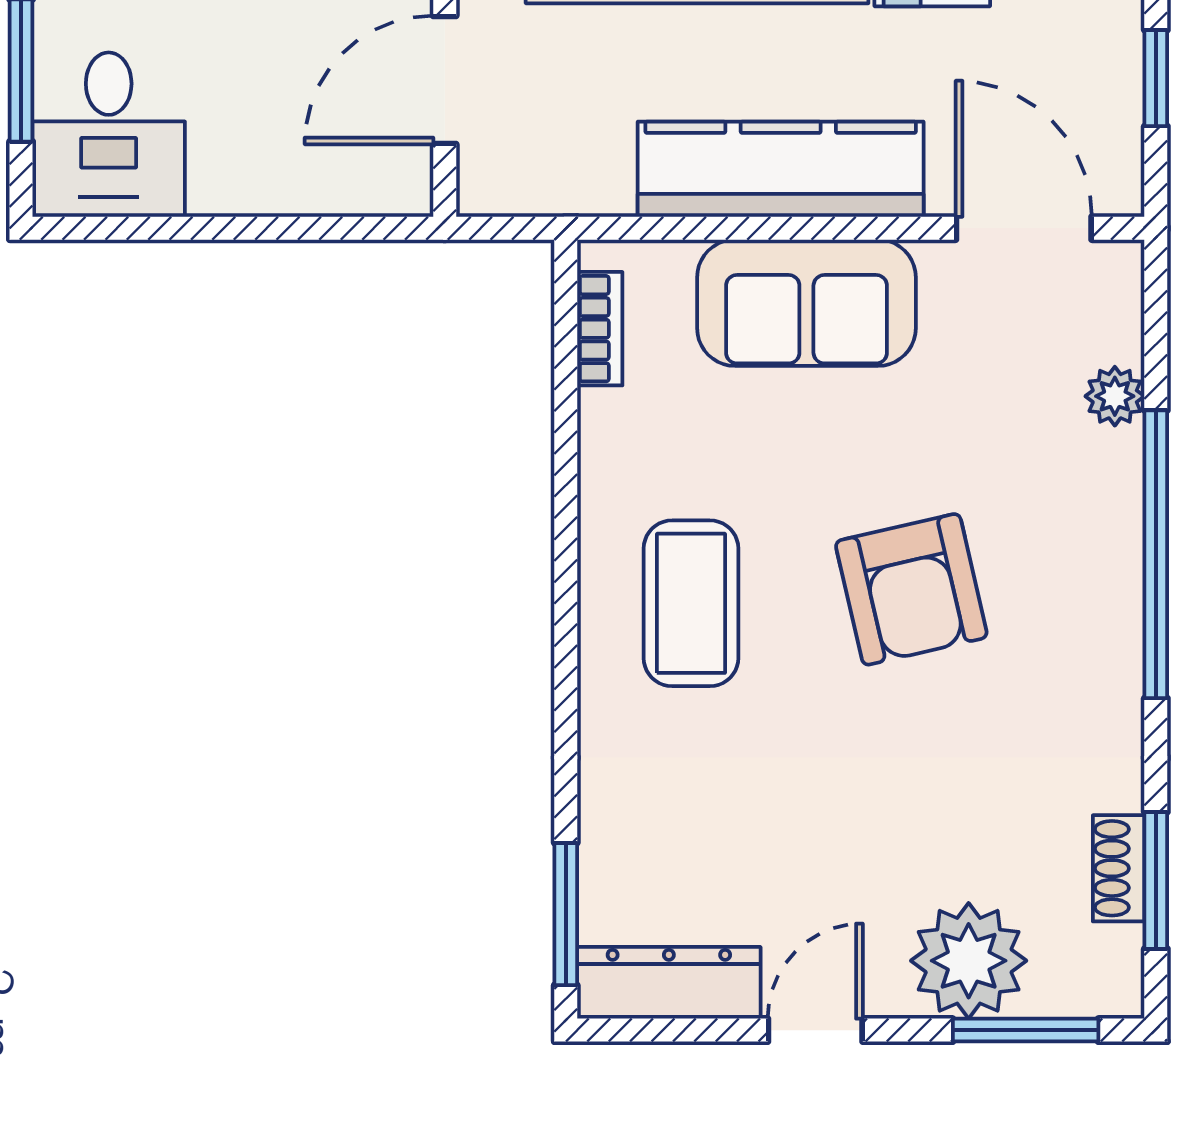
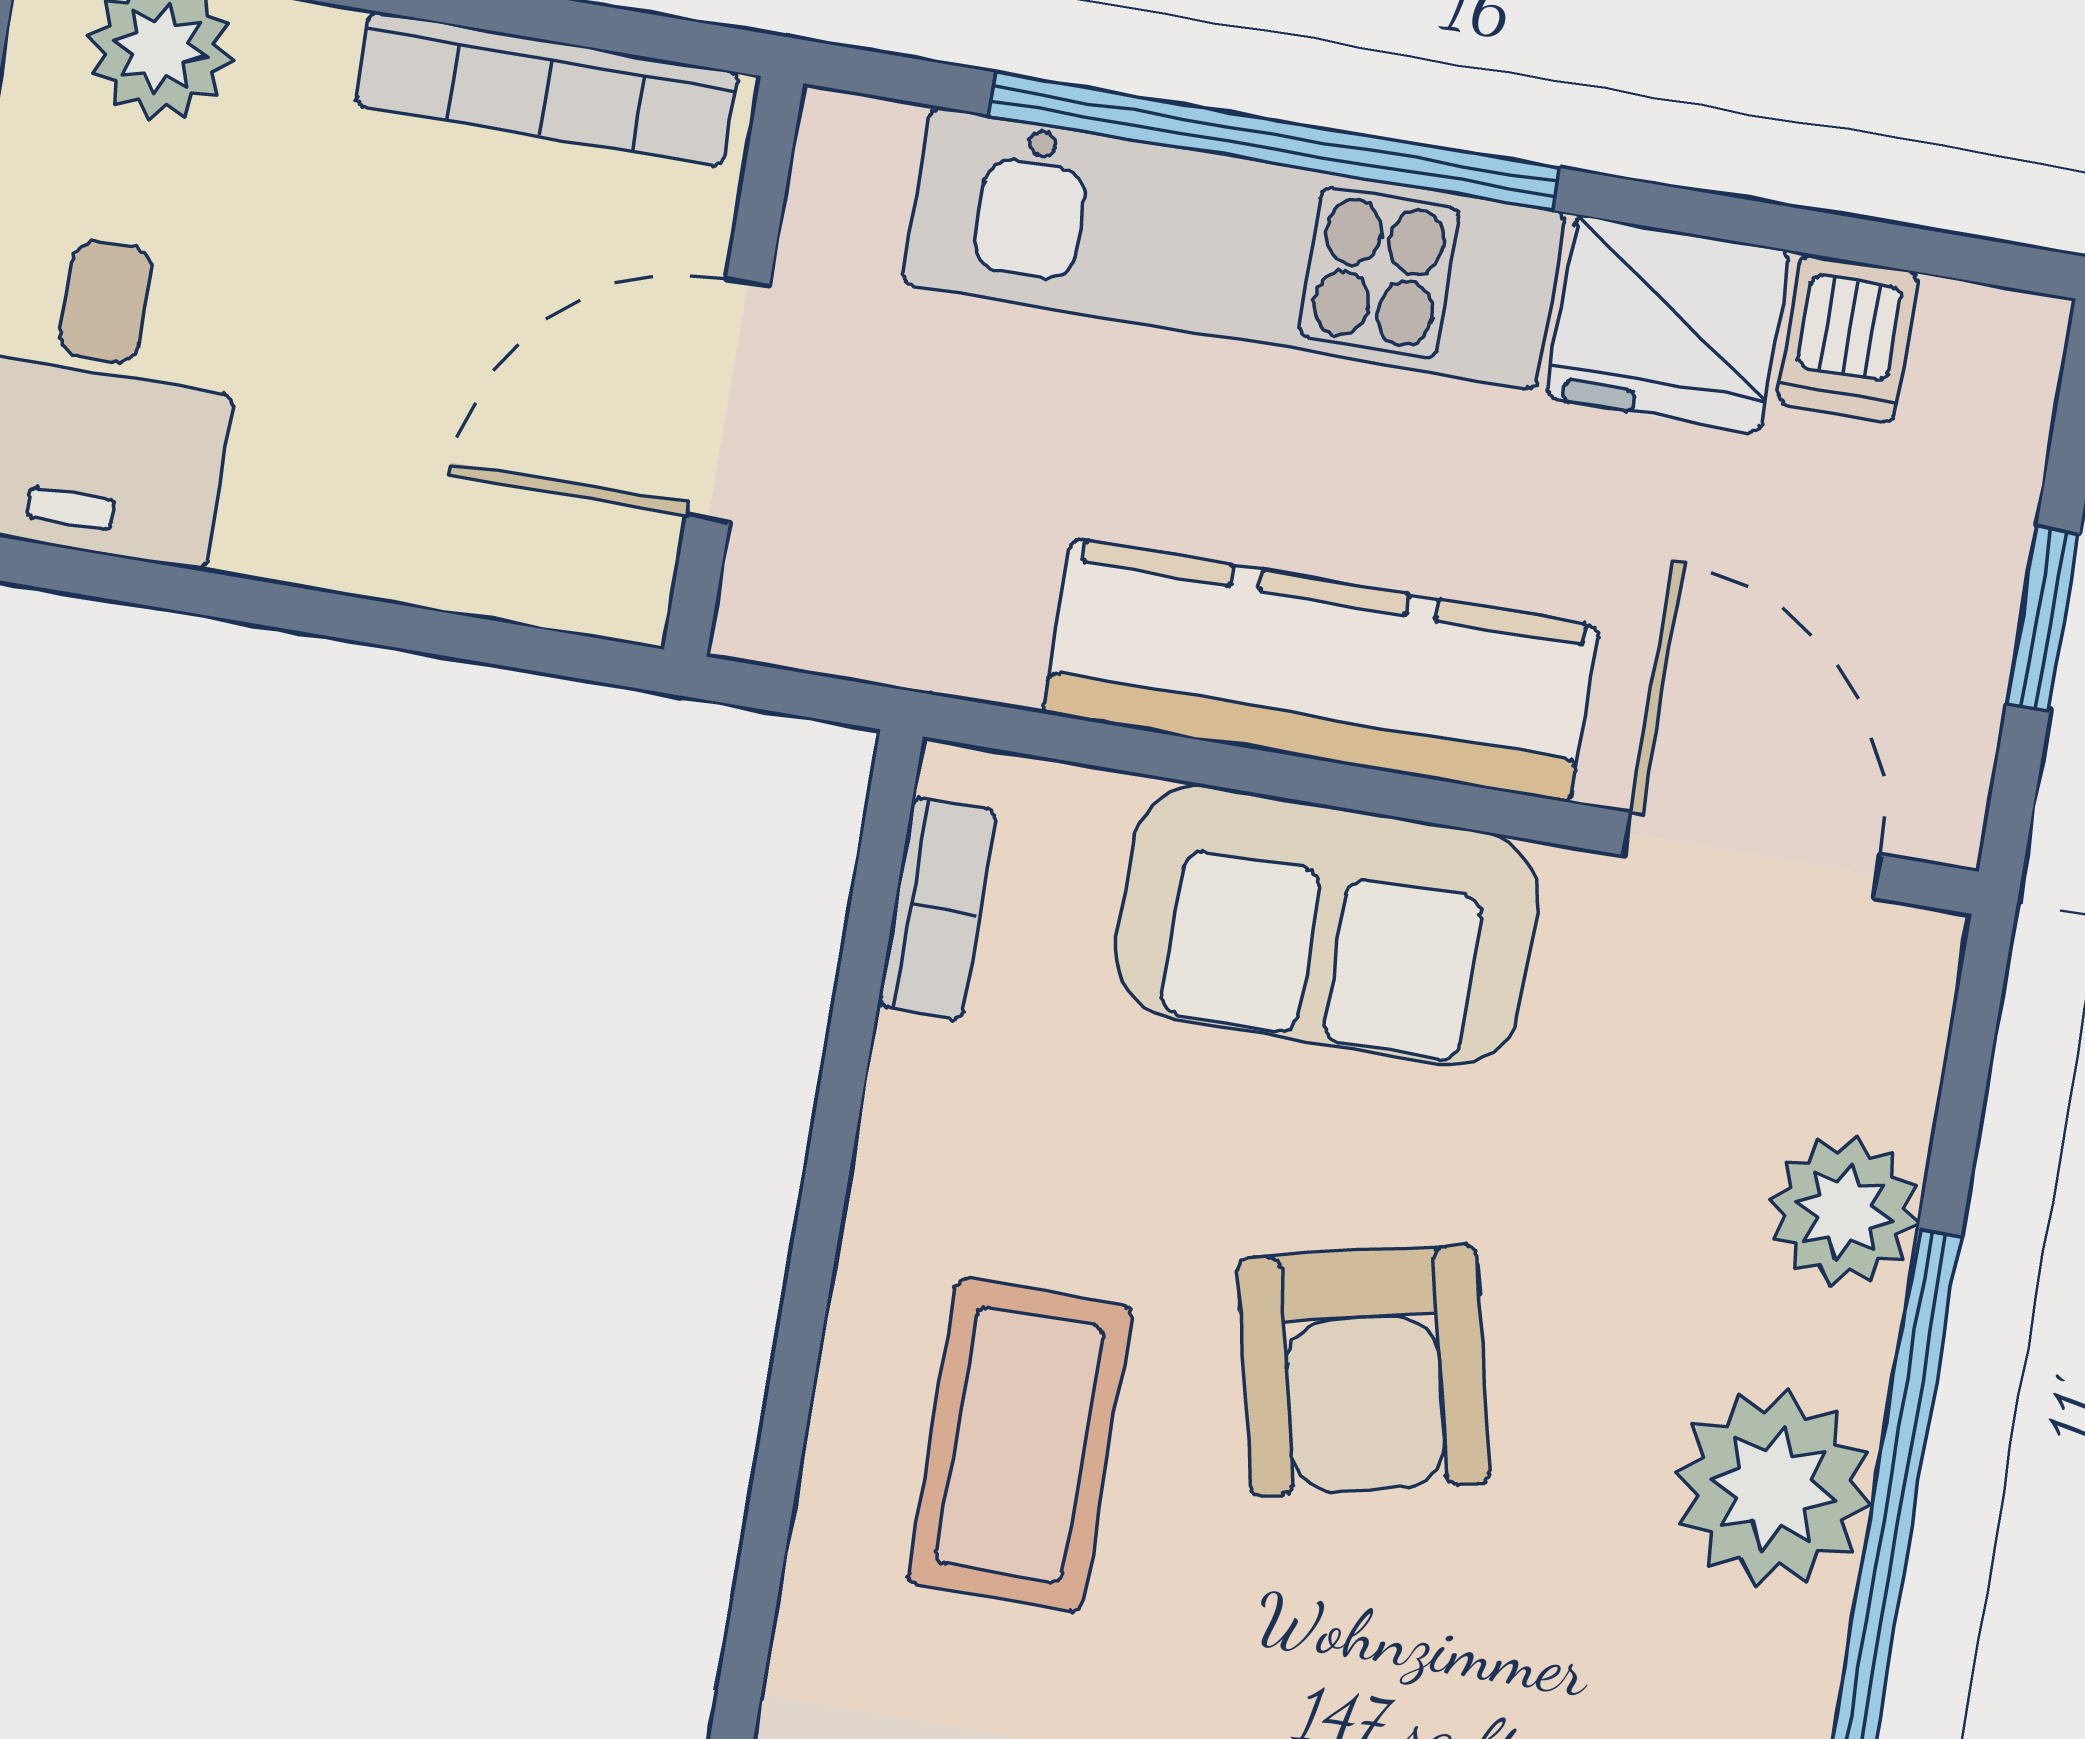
plant: (1115, 396) -> (1844, 1211), width x1.38, depth x1.38
plant: (1091, 559) -> (1773, 1488), added
armchair: (911, 589) -> (1363, 1371), moved

